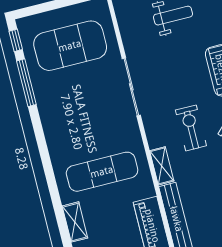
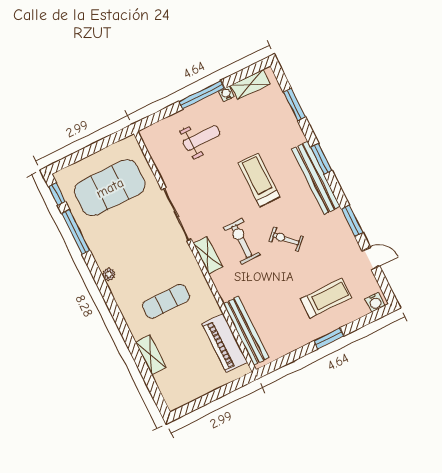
plant: (50, 132) -> (109, 274), added
shelving: (162, 166) -> (208, 255), moved
exercise mat: (102, 172) -> (166, 301), width x0.73, depth x0.69

